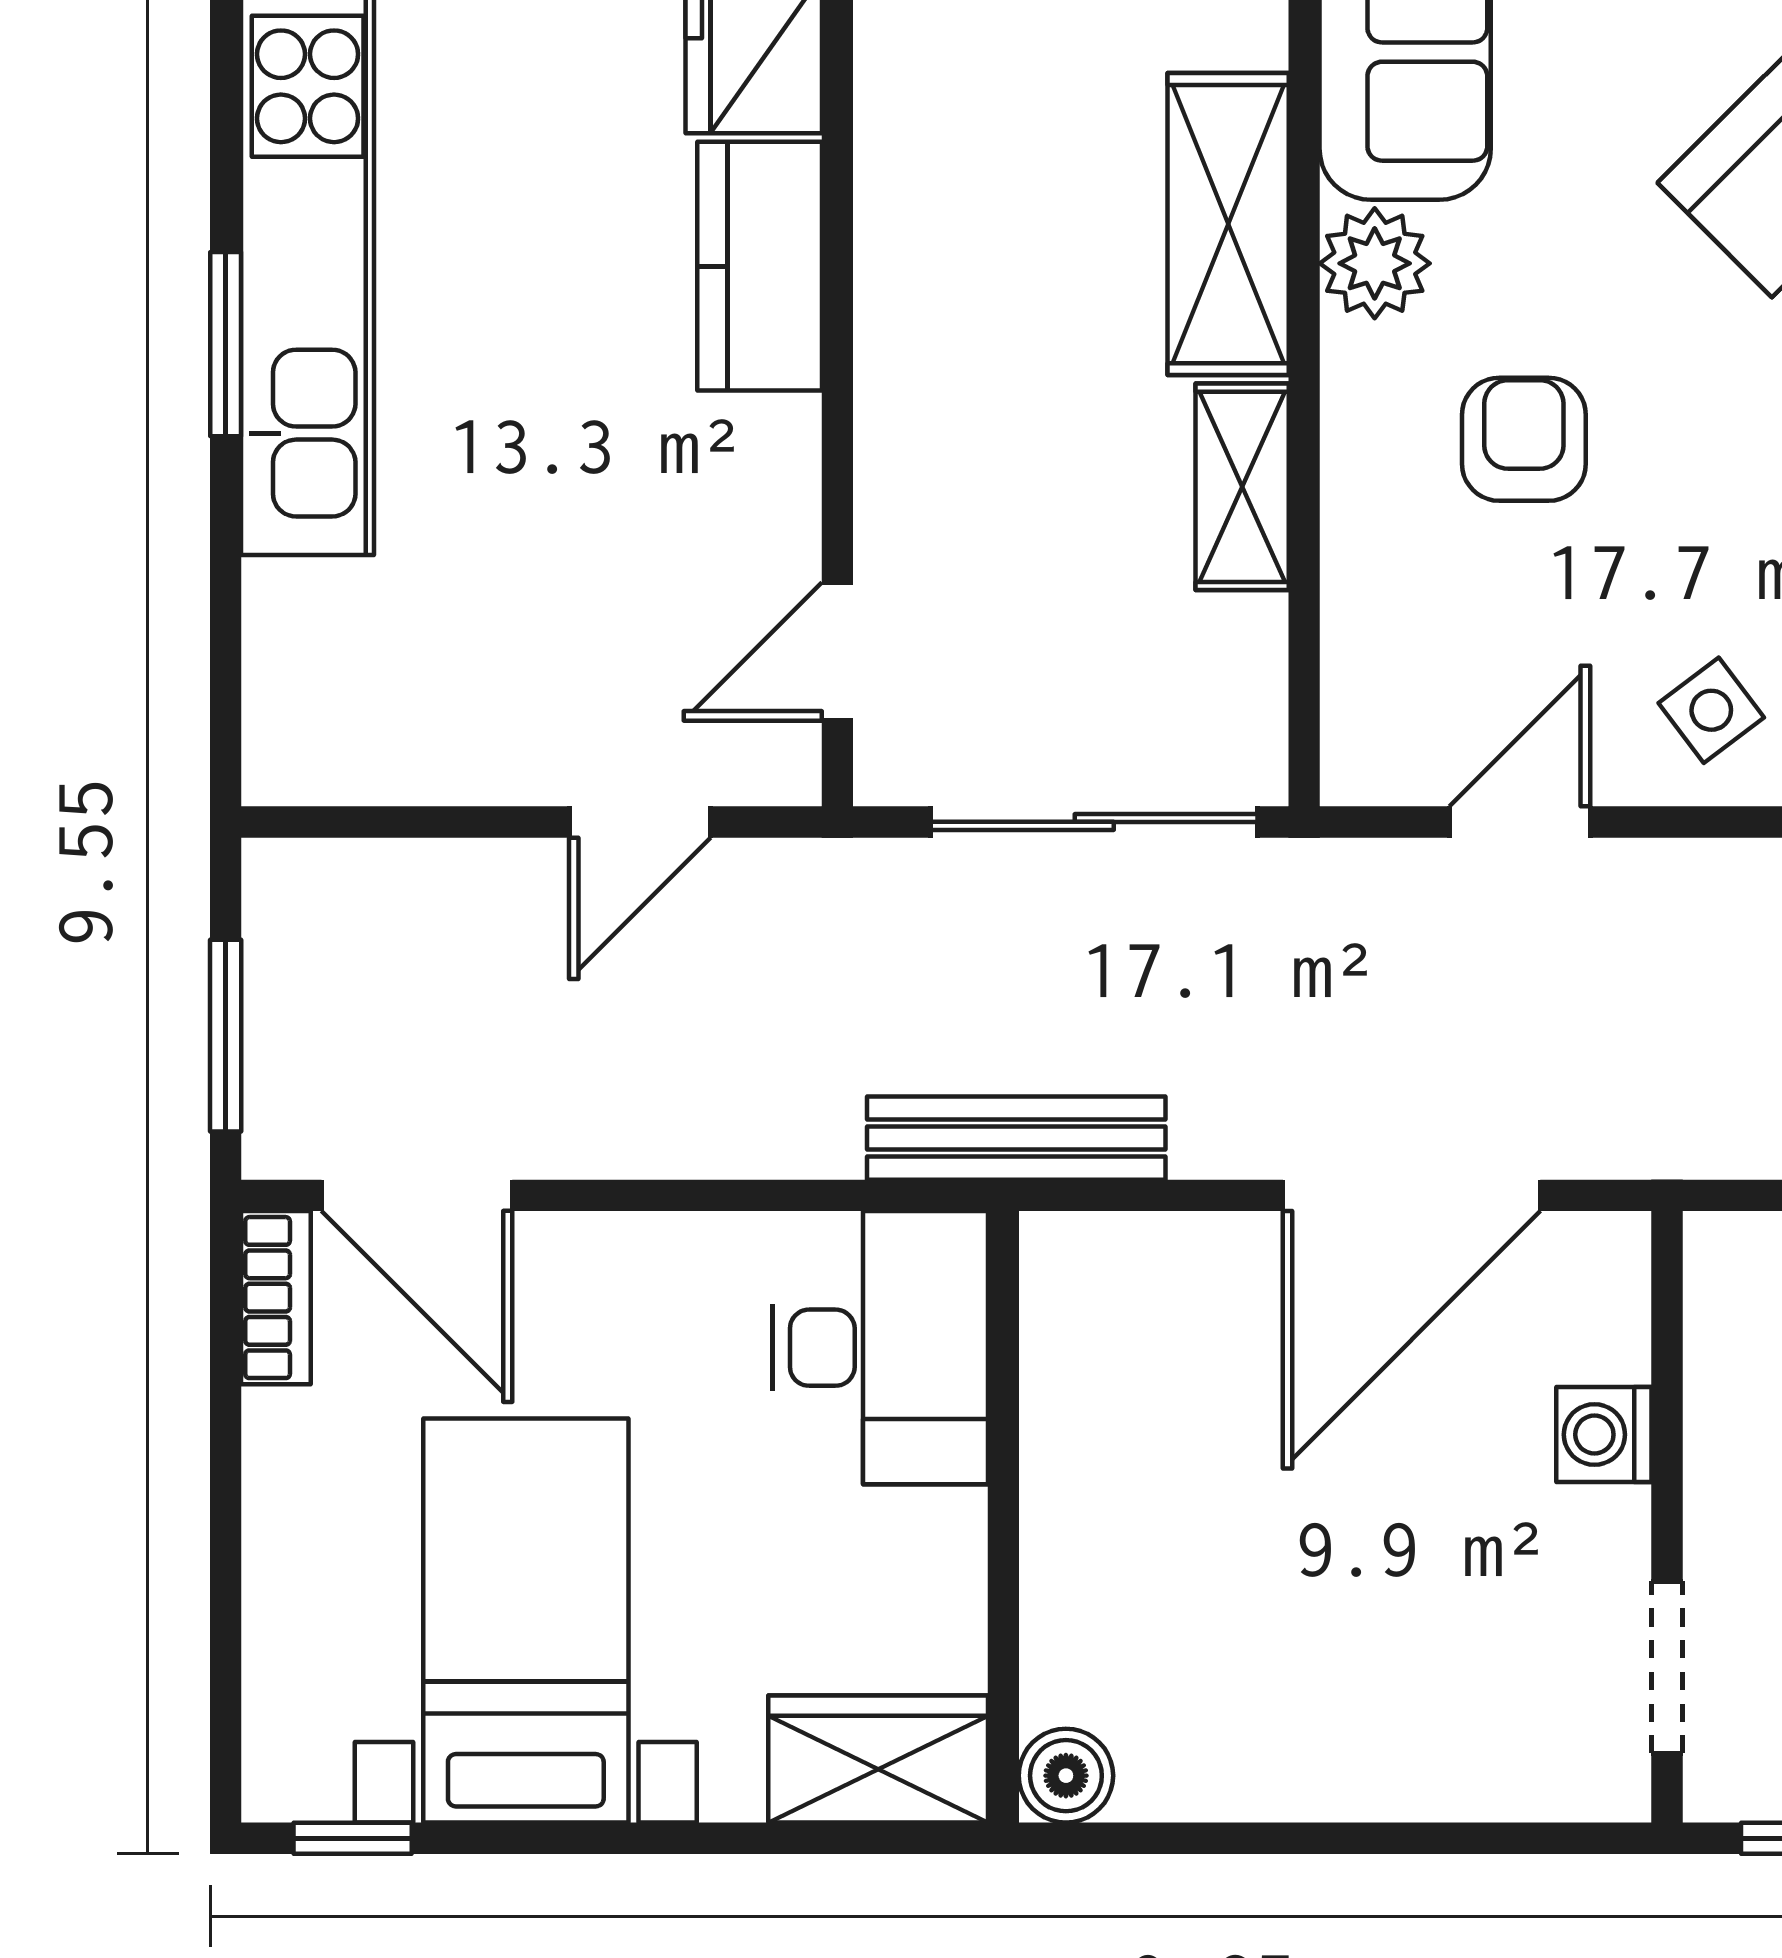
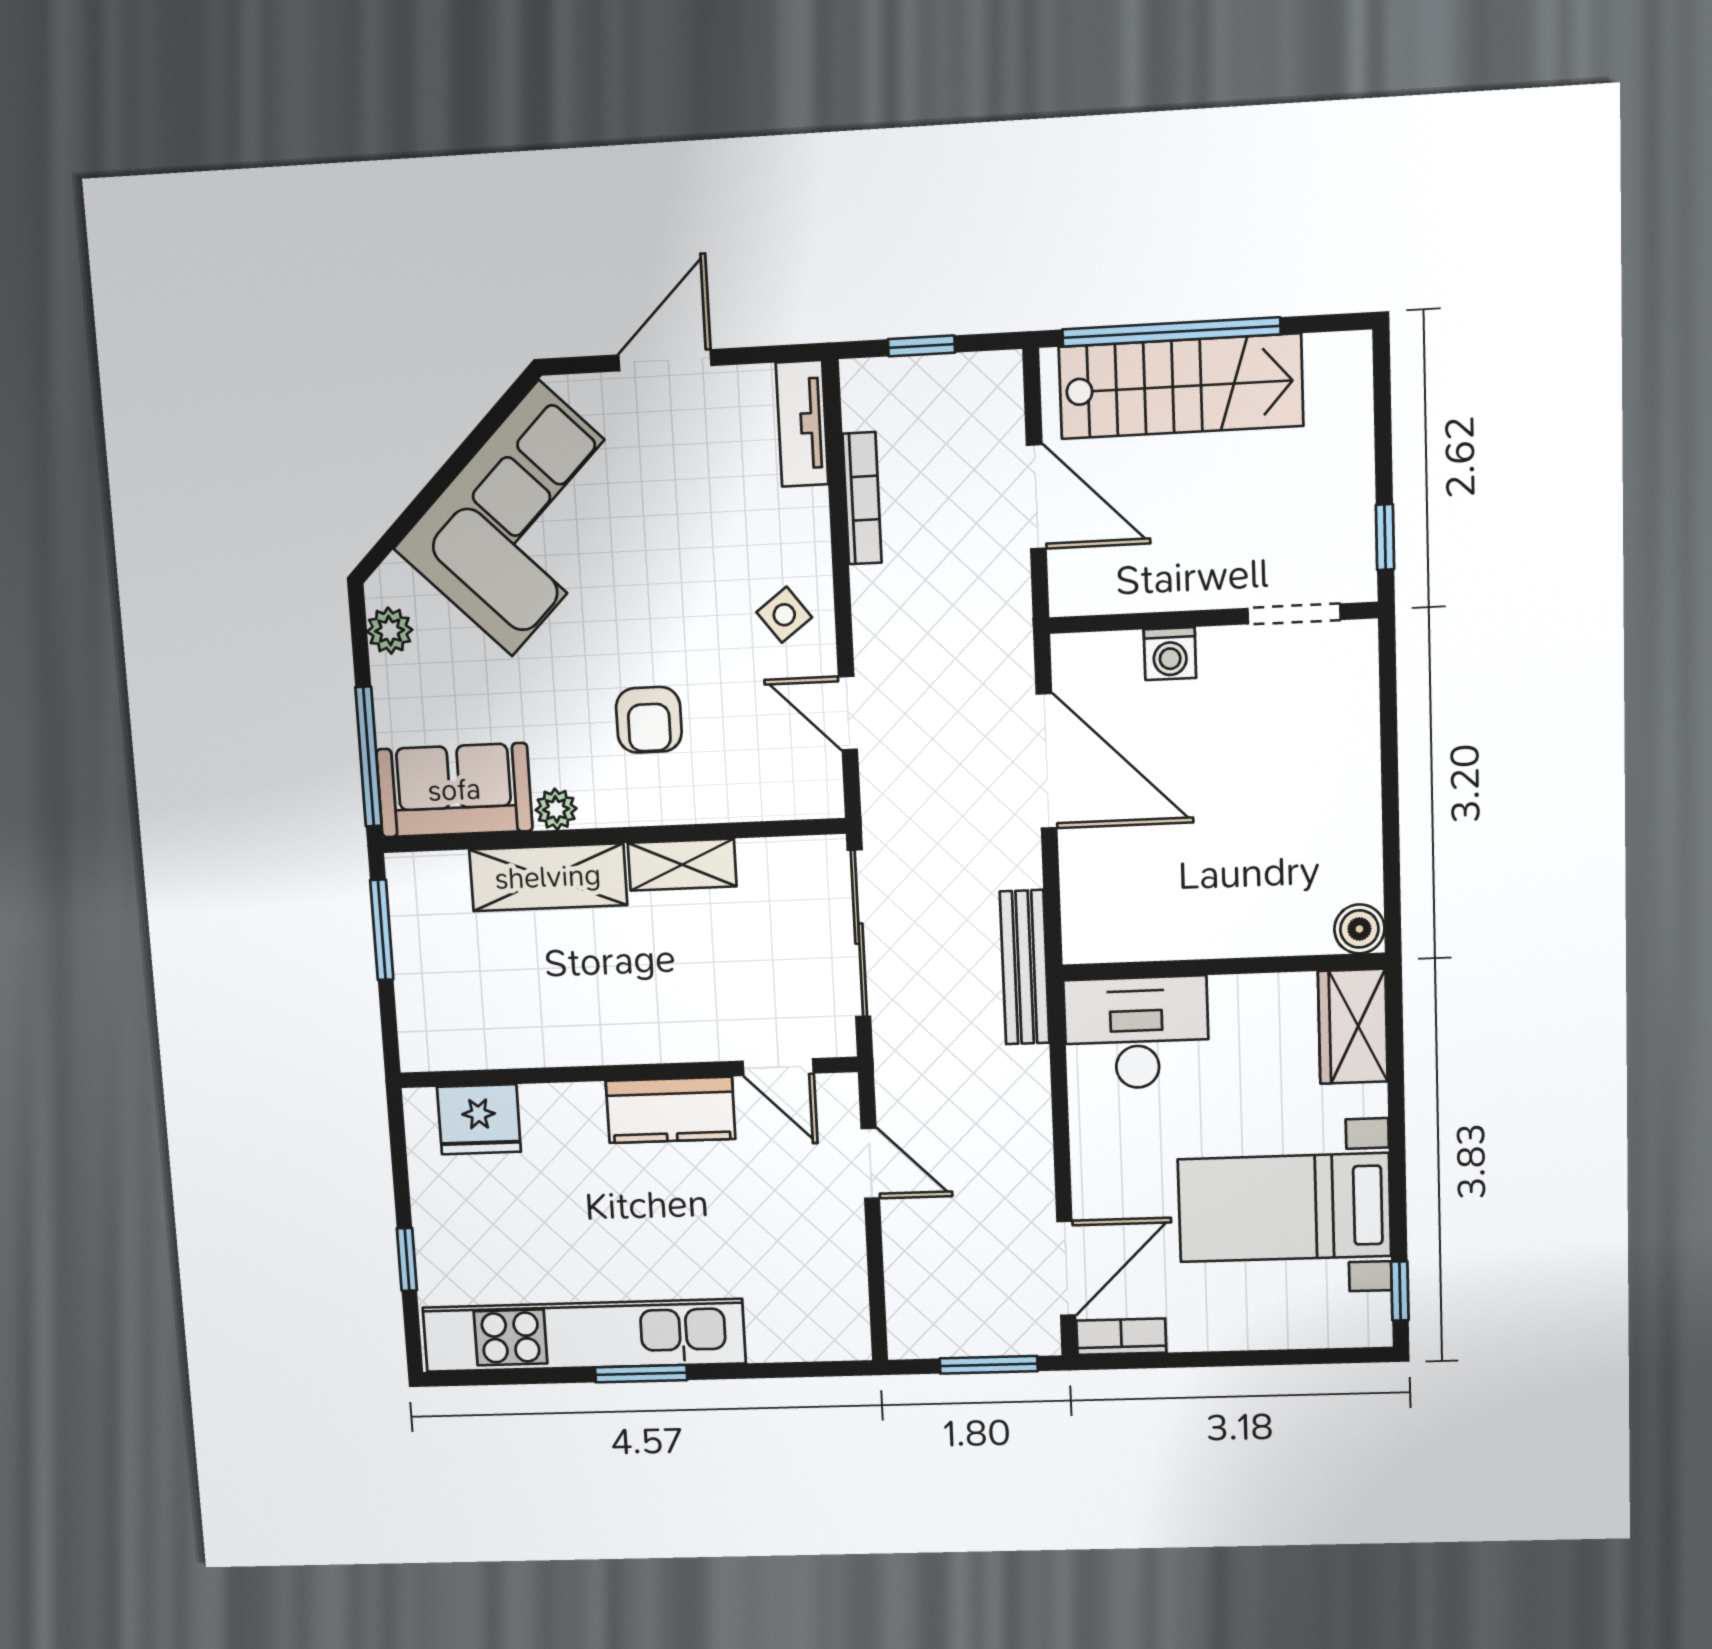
plant: (1375, 263) -> (556, 809), width x0.73, depth x0.73
kitchen counter: (760, 266) -> (671, 1110), moved
armchair: (1524, 439) -> (649, 720), turned -90

